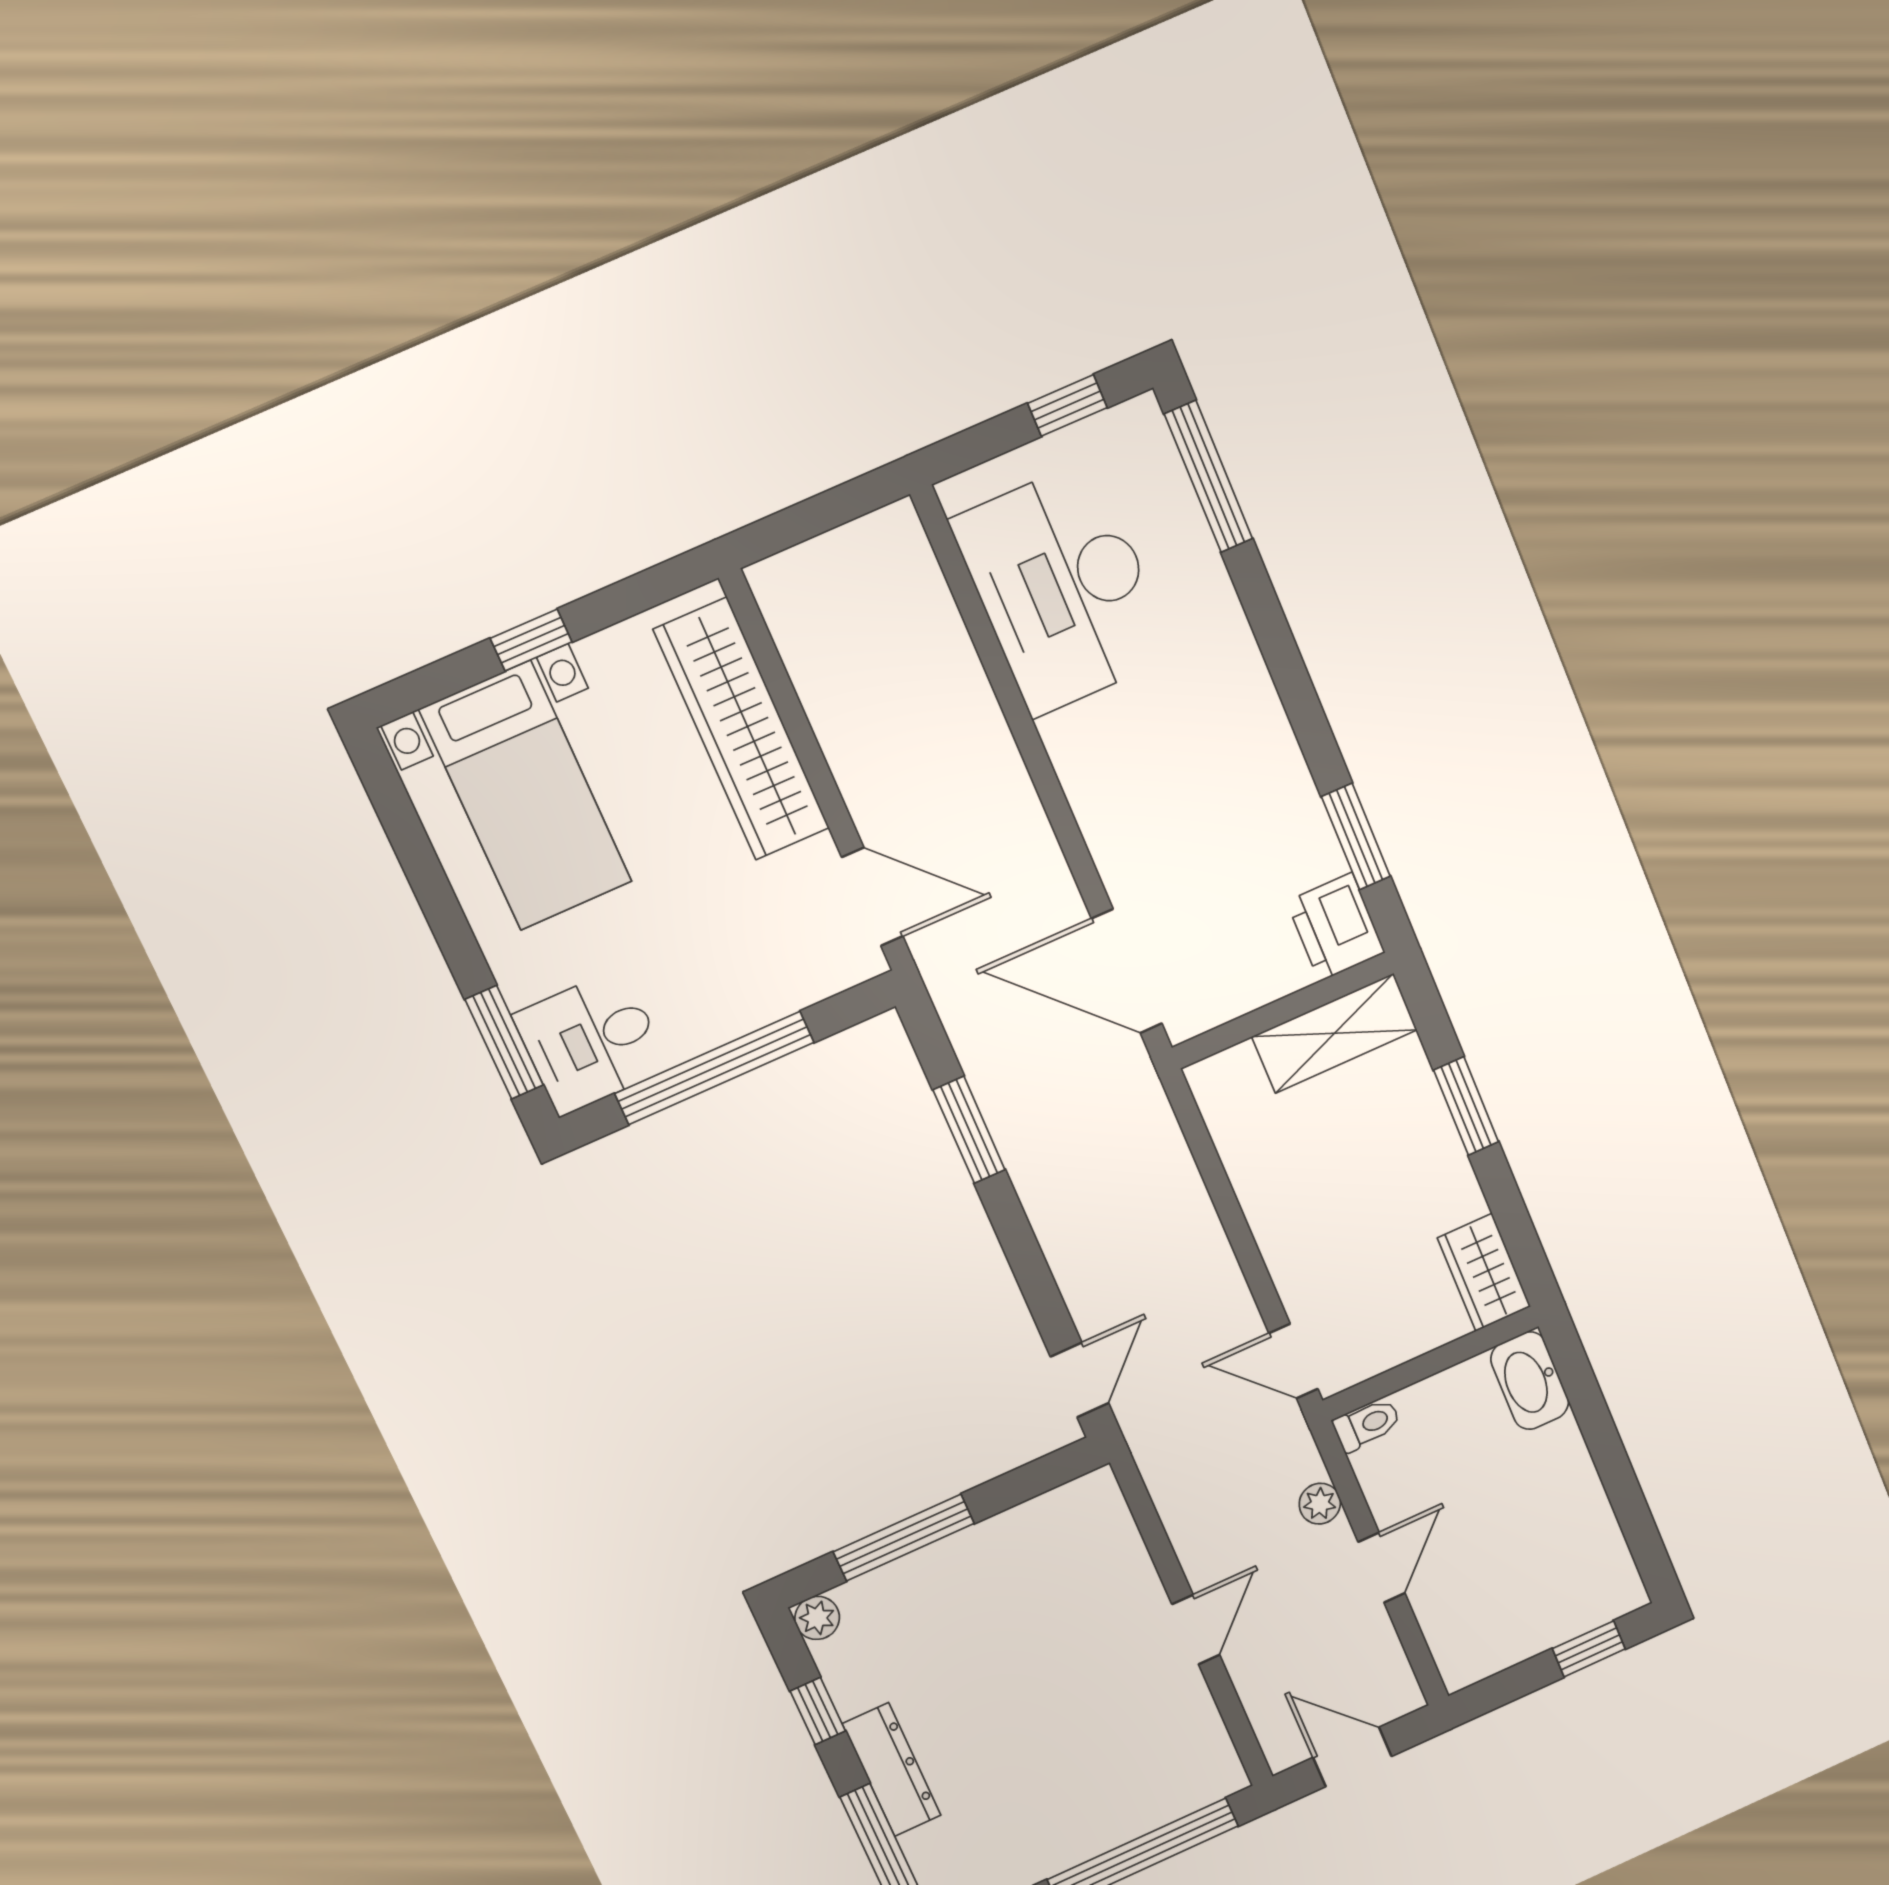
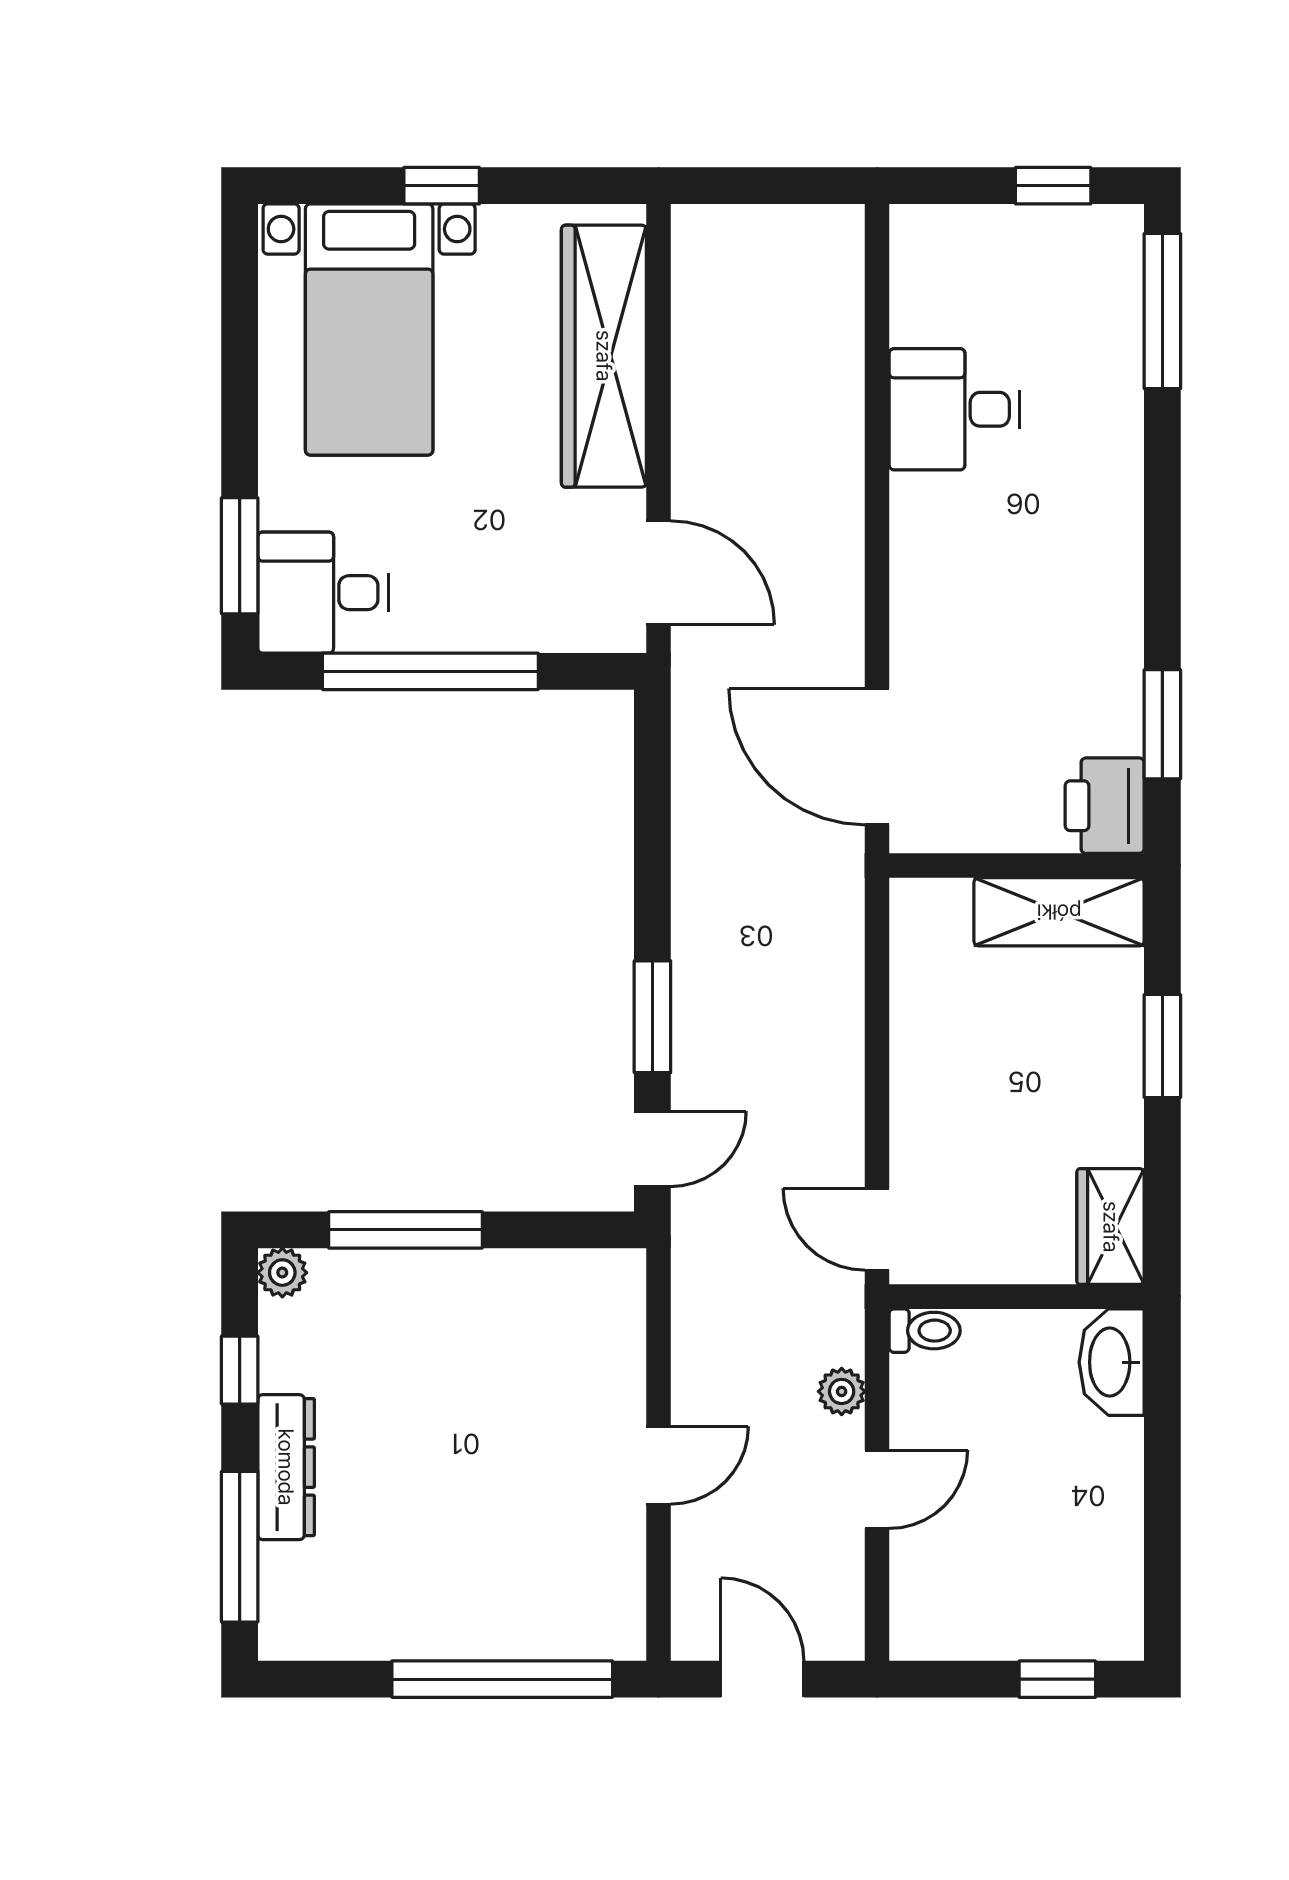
desk: (1063, 588) -> (954, 409), width x0.53, depth x0.77
window: (969, 1130) -> (652, 1017), moved

